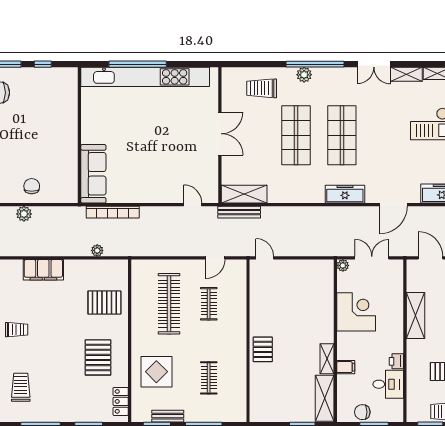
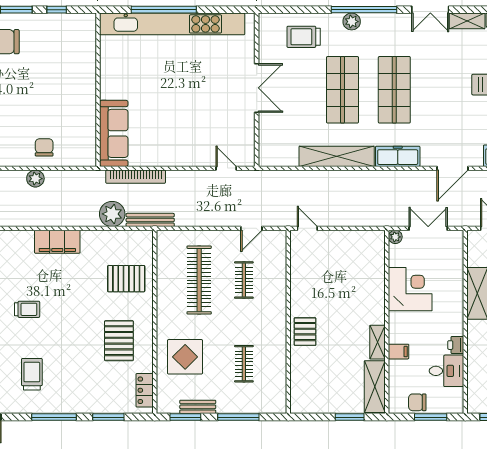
shelving: (244, 194) -> (337, 156), moved, width x1.47
bench: (239, 212) -> (150, 220), moved
plant: (97, 250) -> (112, 214), width x1.88, depth x1.88

